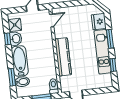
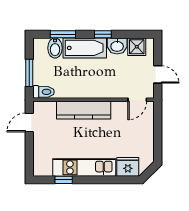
door: (52, 20) -> (137, 100), hinge flipped
window: (7, 39) -> (103, 34), moved
window: (110, 39) -> (101, 180), removed

